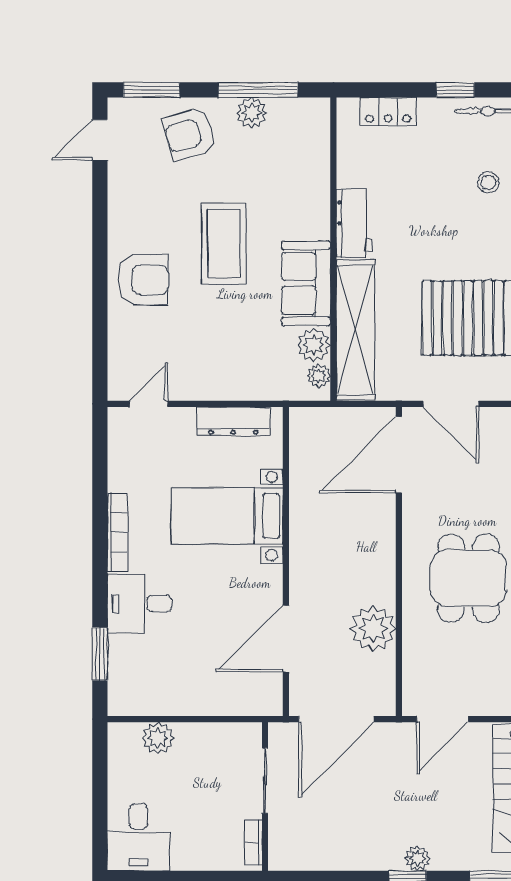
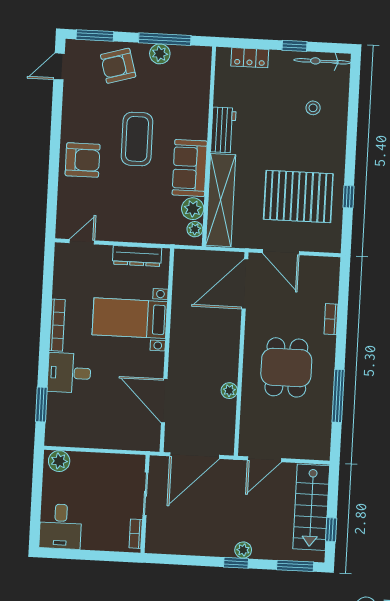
plant: (373, 628) -> (229, 391), width x0.53, depth x0.53
door: (286, 639) -> (164, 401), hinge flipped
plant: (158, 738) -> (59, 461), moved

